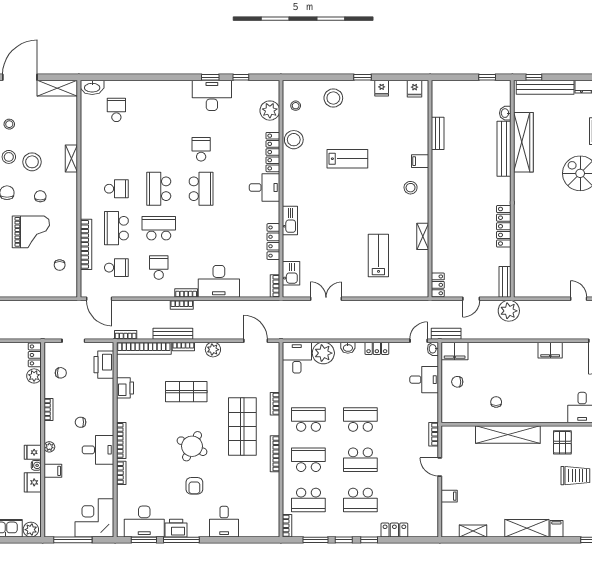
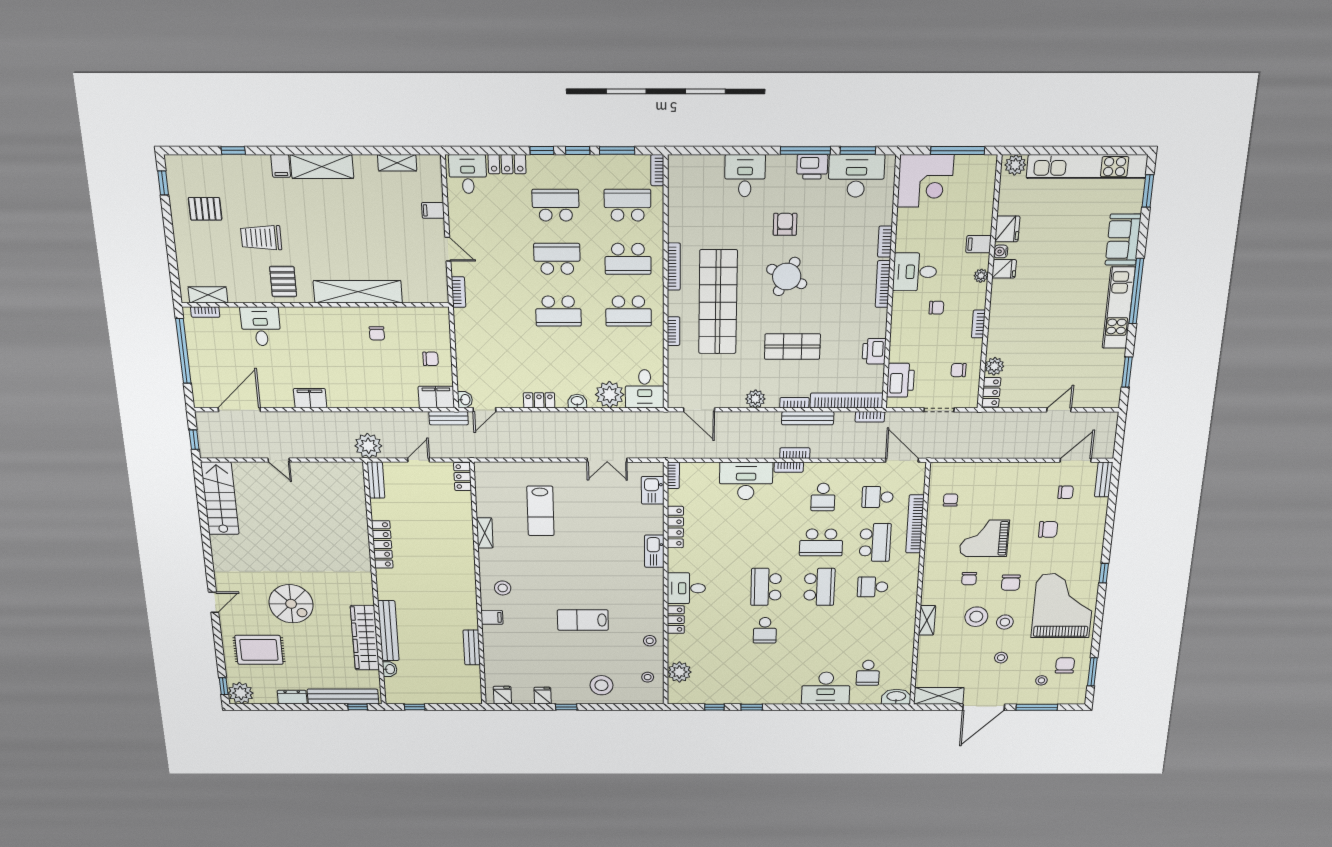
desk: (212, 95) -> (826, 688), moved
stool: (294, 140) -> (650, 641), width x0.53, depth x0.53
locker: (273, 152) -> (676, 620), width x0.66
desk: (424, 380) -> (468, 174), moved, turned 90
shop shelf: (242, 427) -> (718, 302), width x1.40

